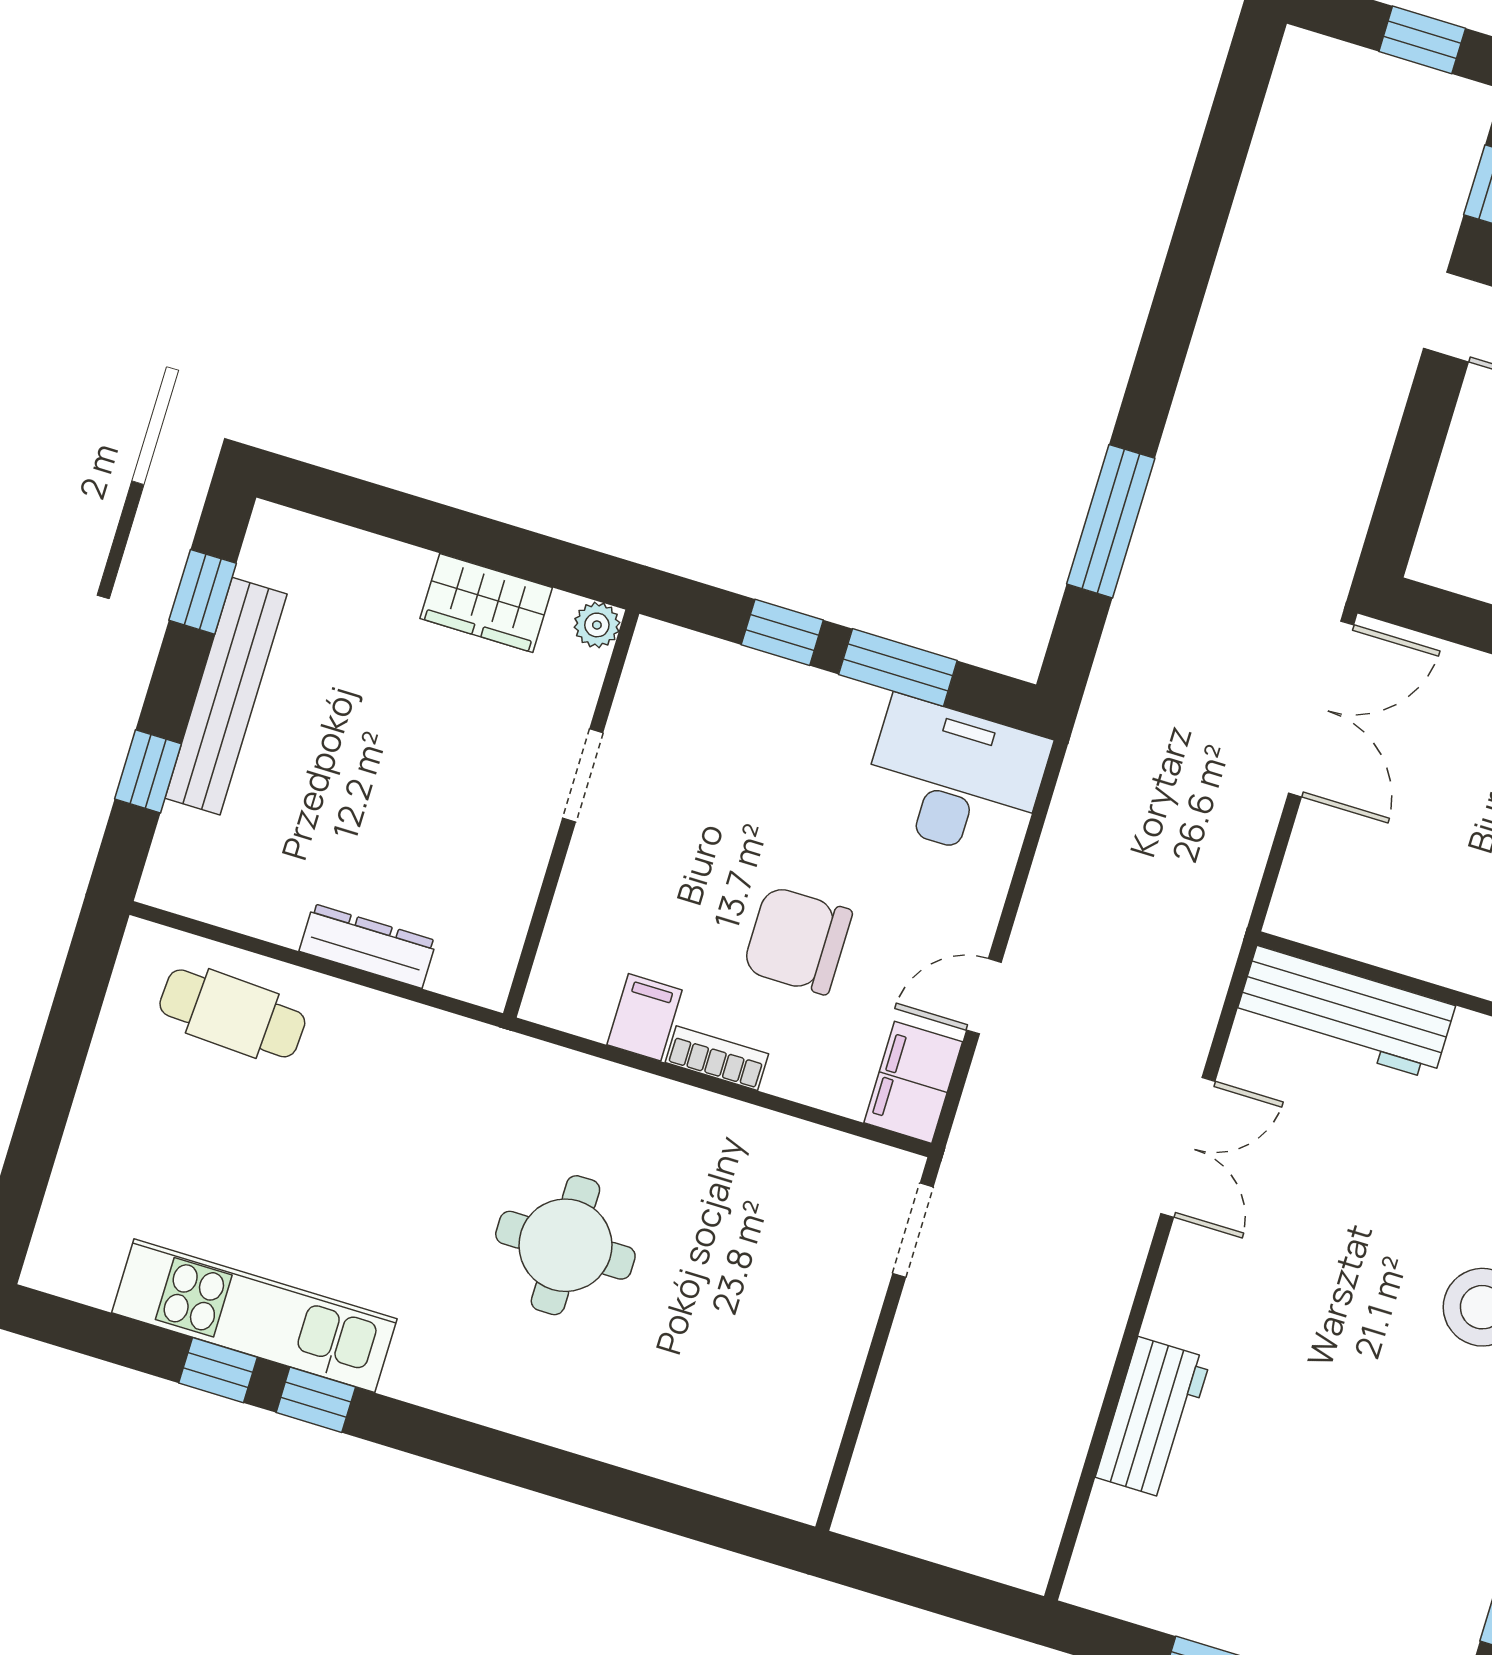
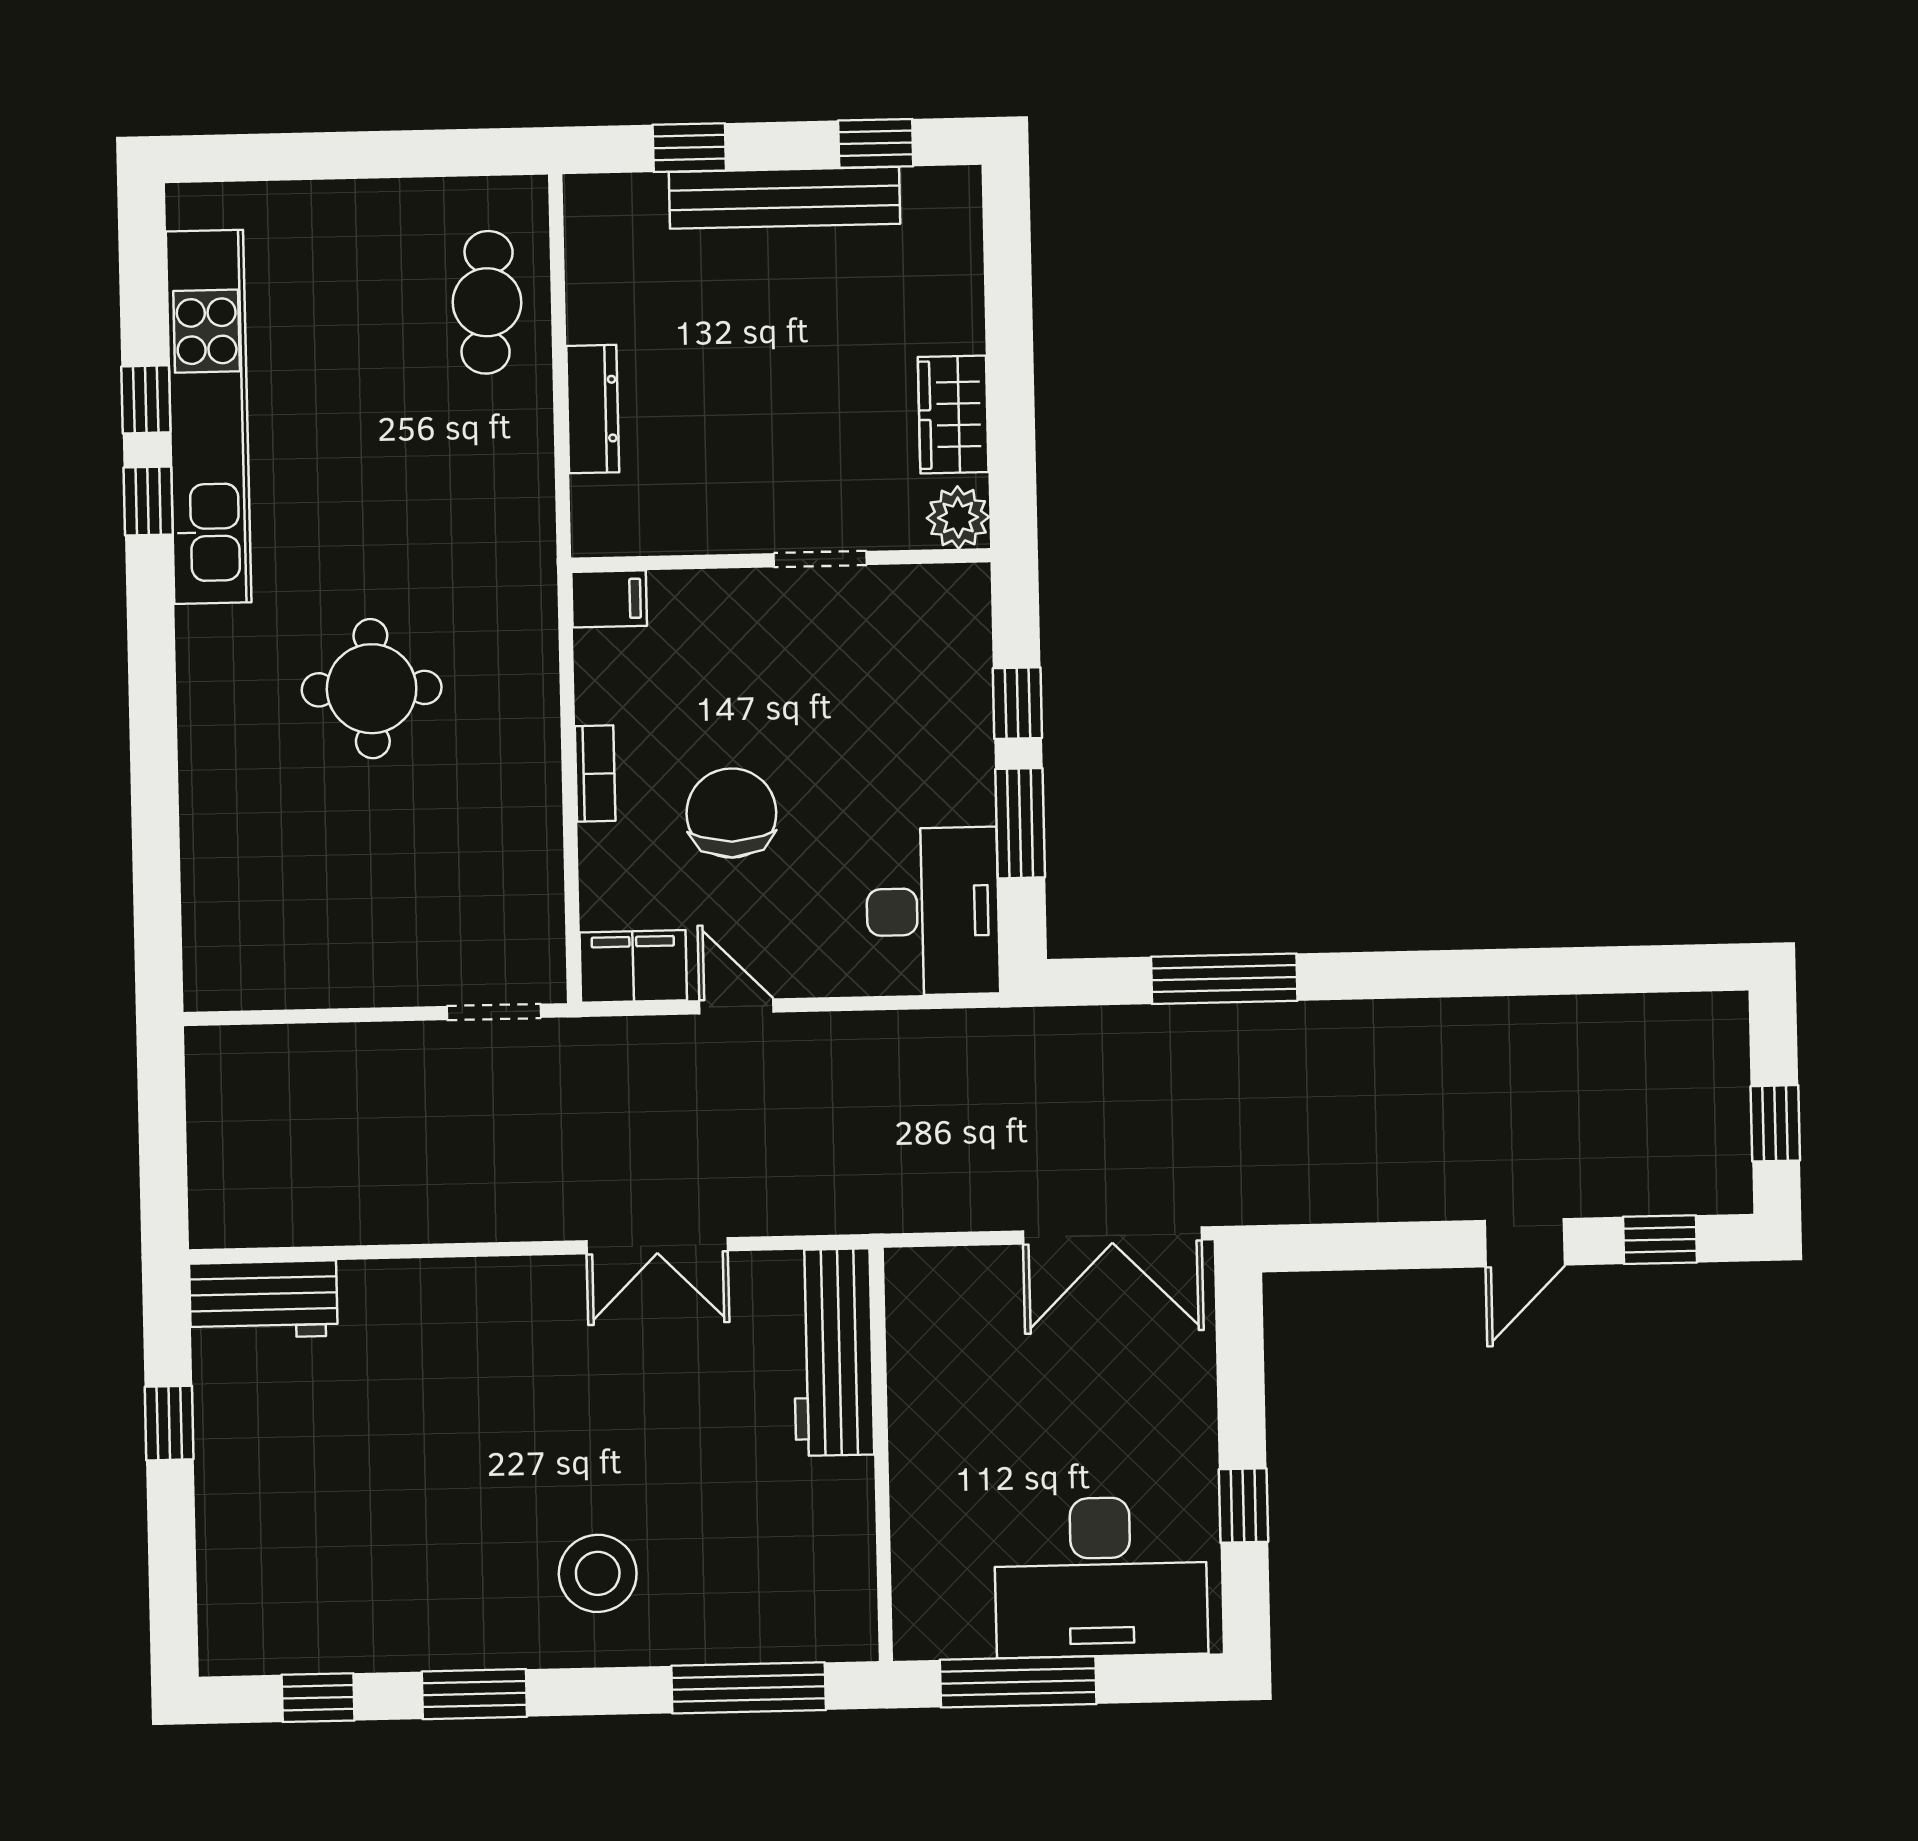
plant: (597, 625) -> (958, 517), width x1.38, depth x1.38
filing cabinet: (645, 1017) -> (609, 599), moved
kitchen unit: (254, 1316) -> (209, 417), width x1.36
workbench: (1153, 1418) -> (263, 1300), moved

